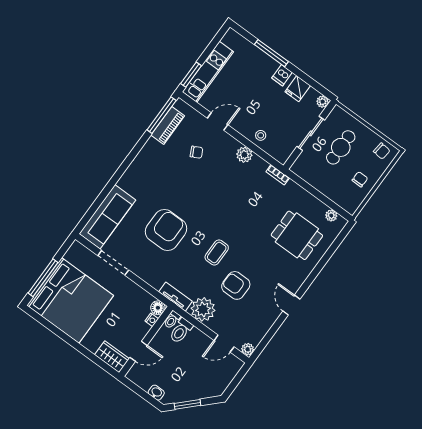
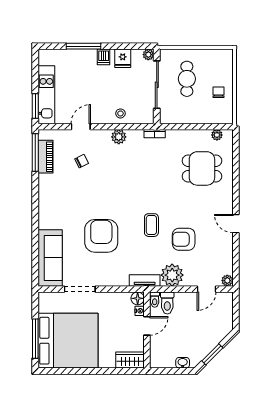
sliding door: (311, 133) -> (157, 85), width x1.37
chair: (382, 151) -> (219, 59), removed
door: (139, 351) -> (147, 326), moved

